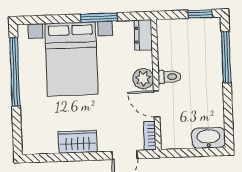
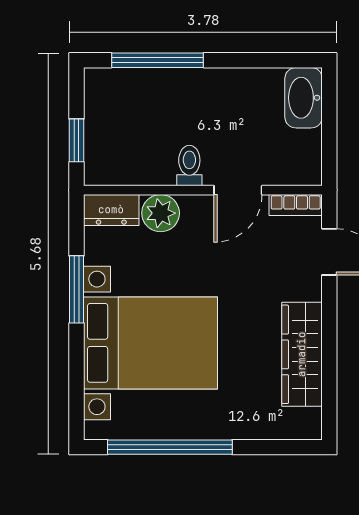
window: (200, 14) -> (77, 140), moved
plant: (143, 79) -> (161, 213), moved
wardrobe: (78, 142) -> (302, 354), width x1.50

